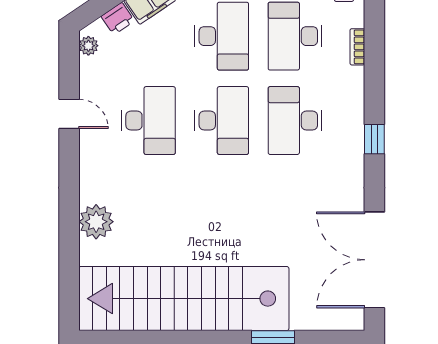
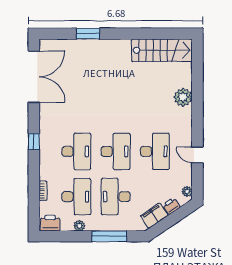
desk: (148, 121) -> (155, 151), turned 180
desk: (222, 121) -> (116, 151), turned 180
stairs: (184, 299) -> (162, 50), width x0.54, depth x0.66

